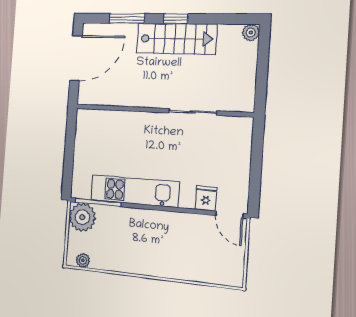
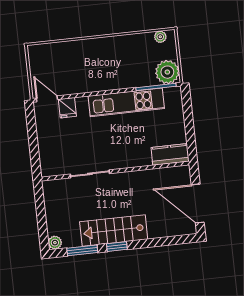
window: (127, 19) -> (82, 250), moved
door: (76, 58) -> (198, 204), hinge flipped
kitchen counter: (96, 120) -> (170, 154), added

